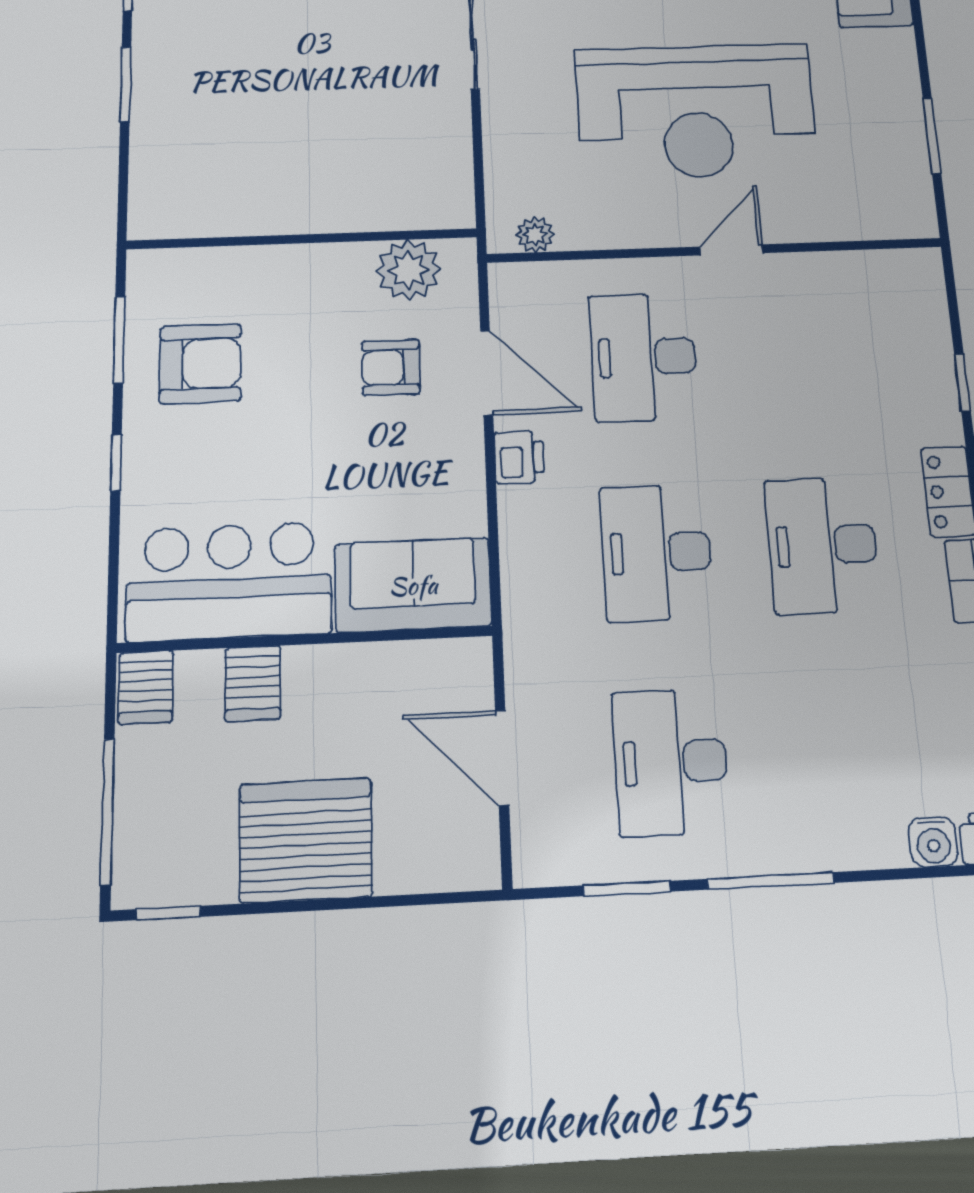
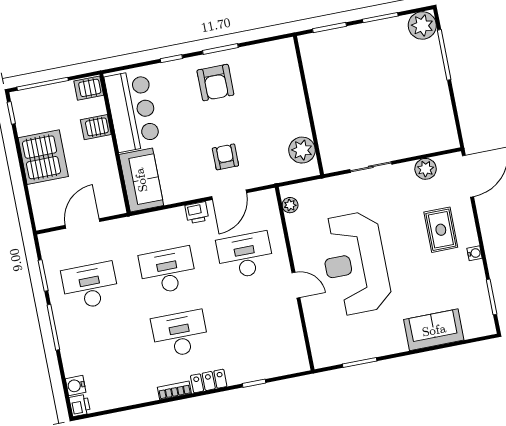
wall: (302, 239) -> (309, 105), moved
plant: (409, 270) -> (302, 150), moved

